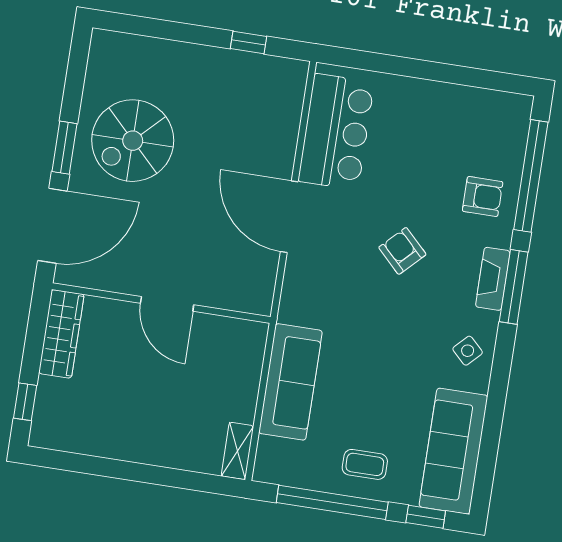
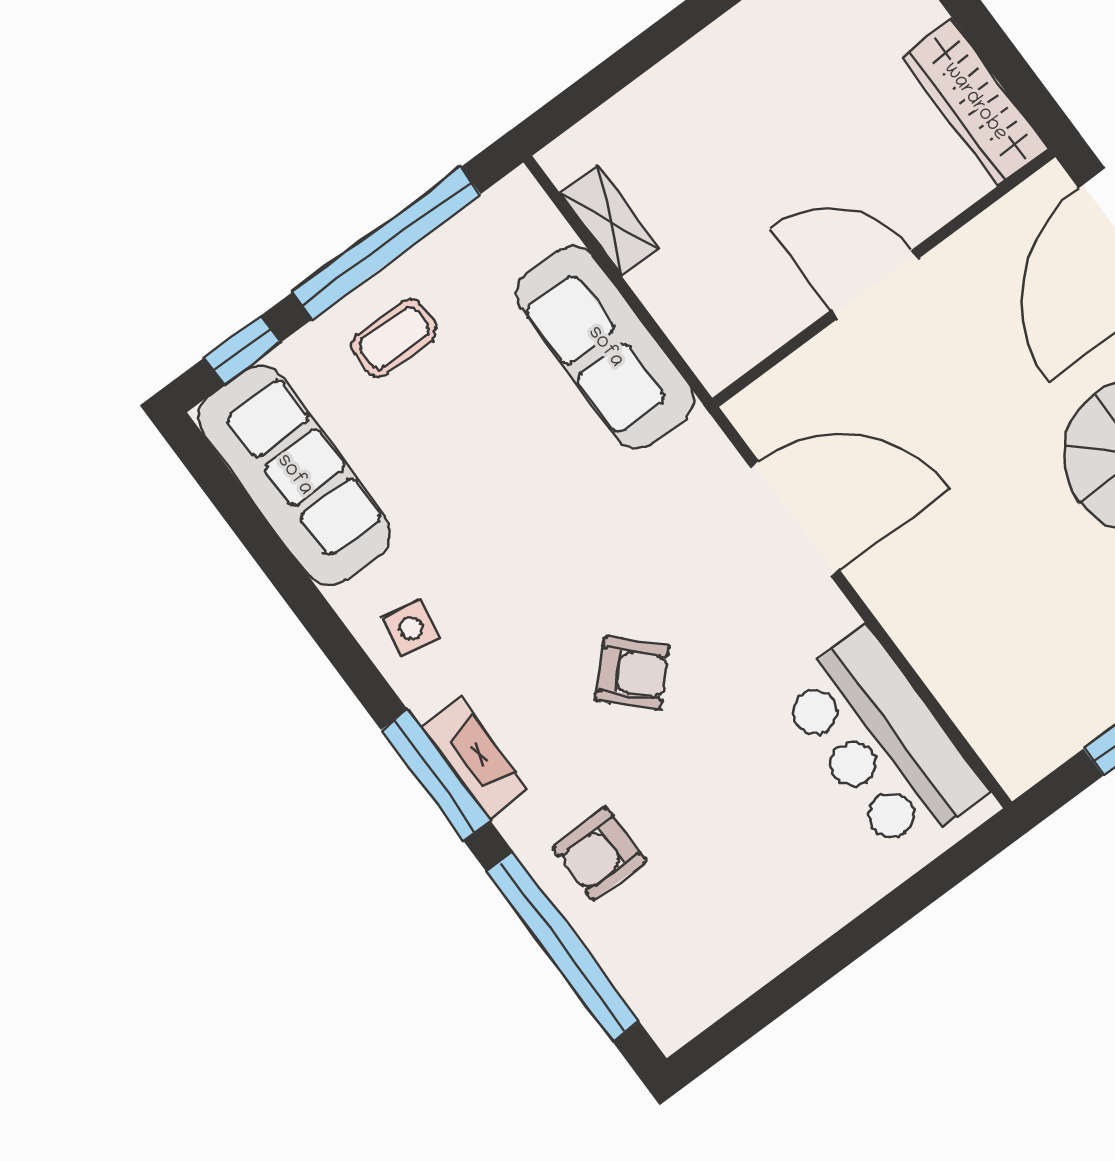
door: (289, 217) -> (795, 518), moved
side table: (468, 351) -> (411, 628), turned -35
shelving: (237, 451) -> (610, 220), moved

